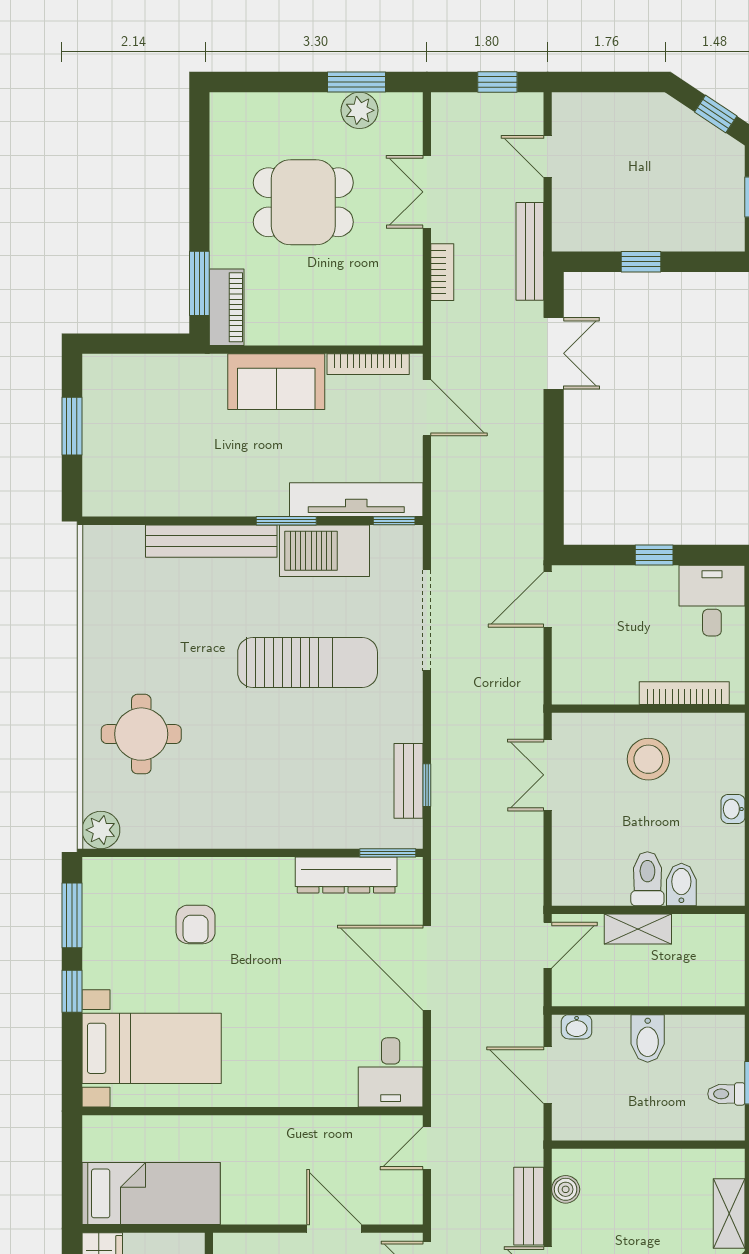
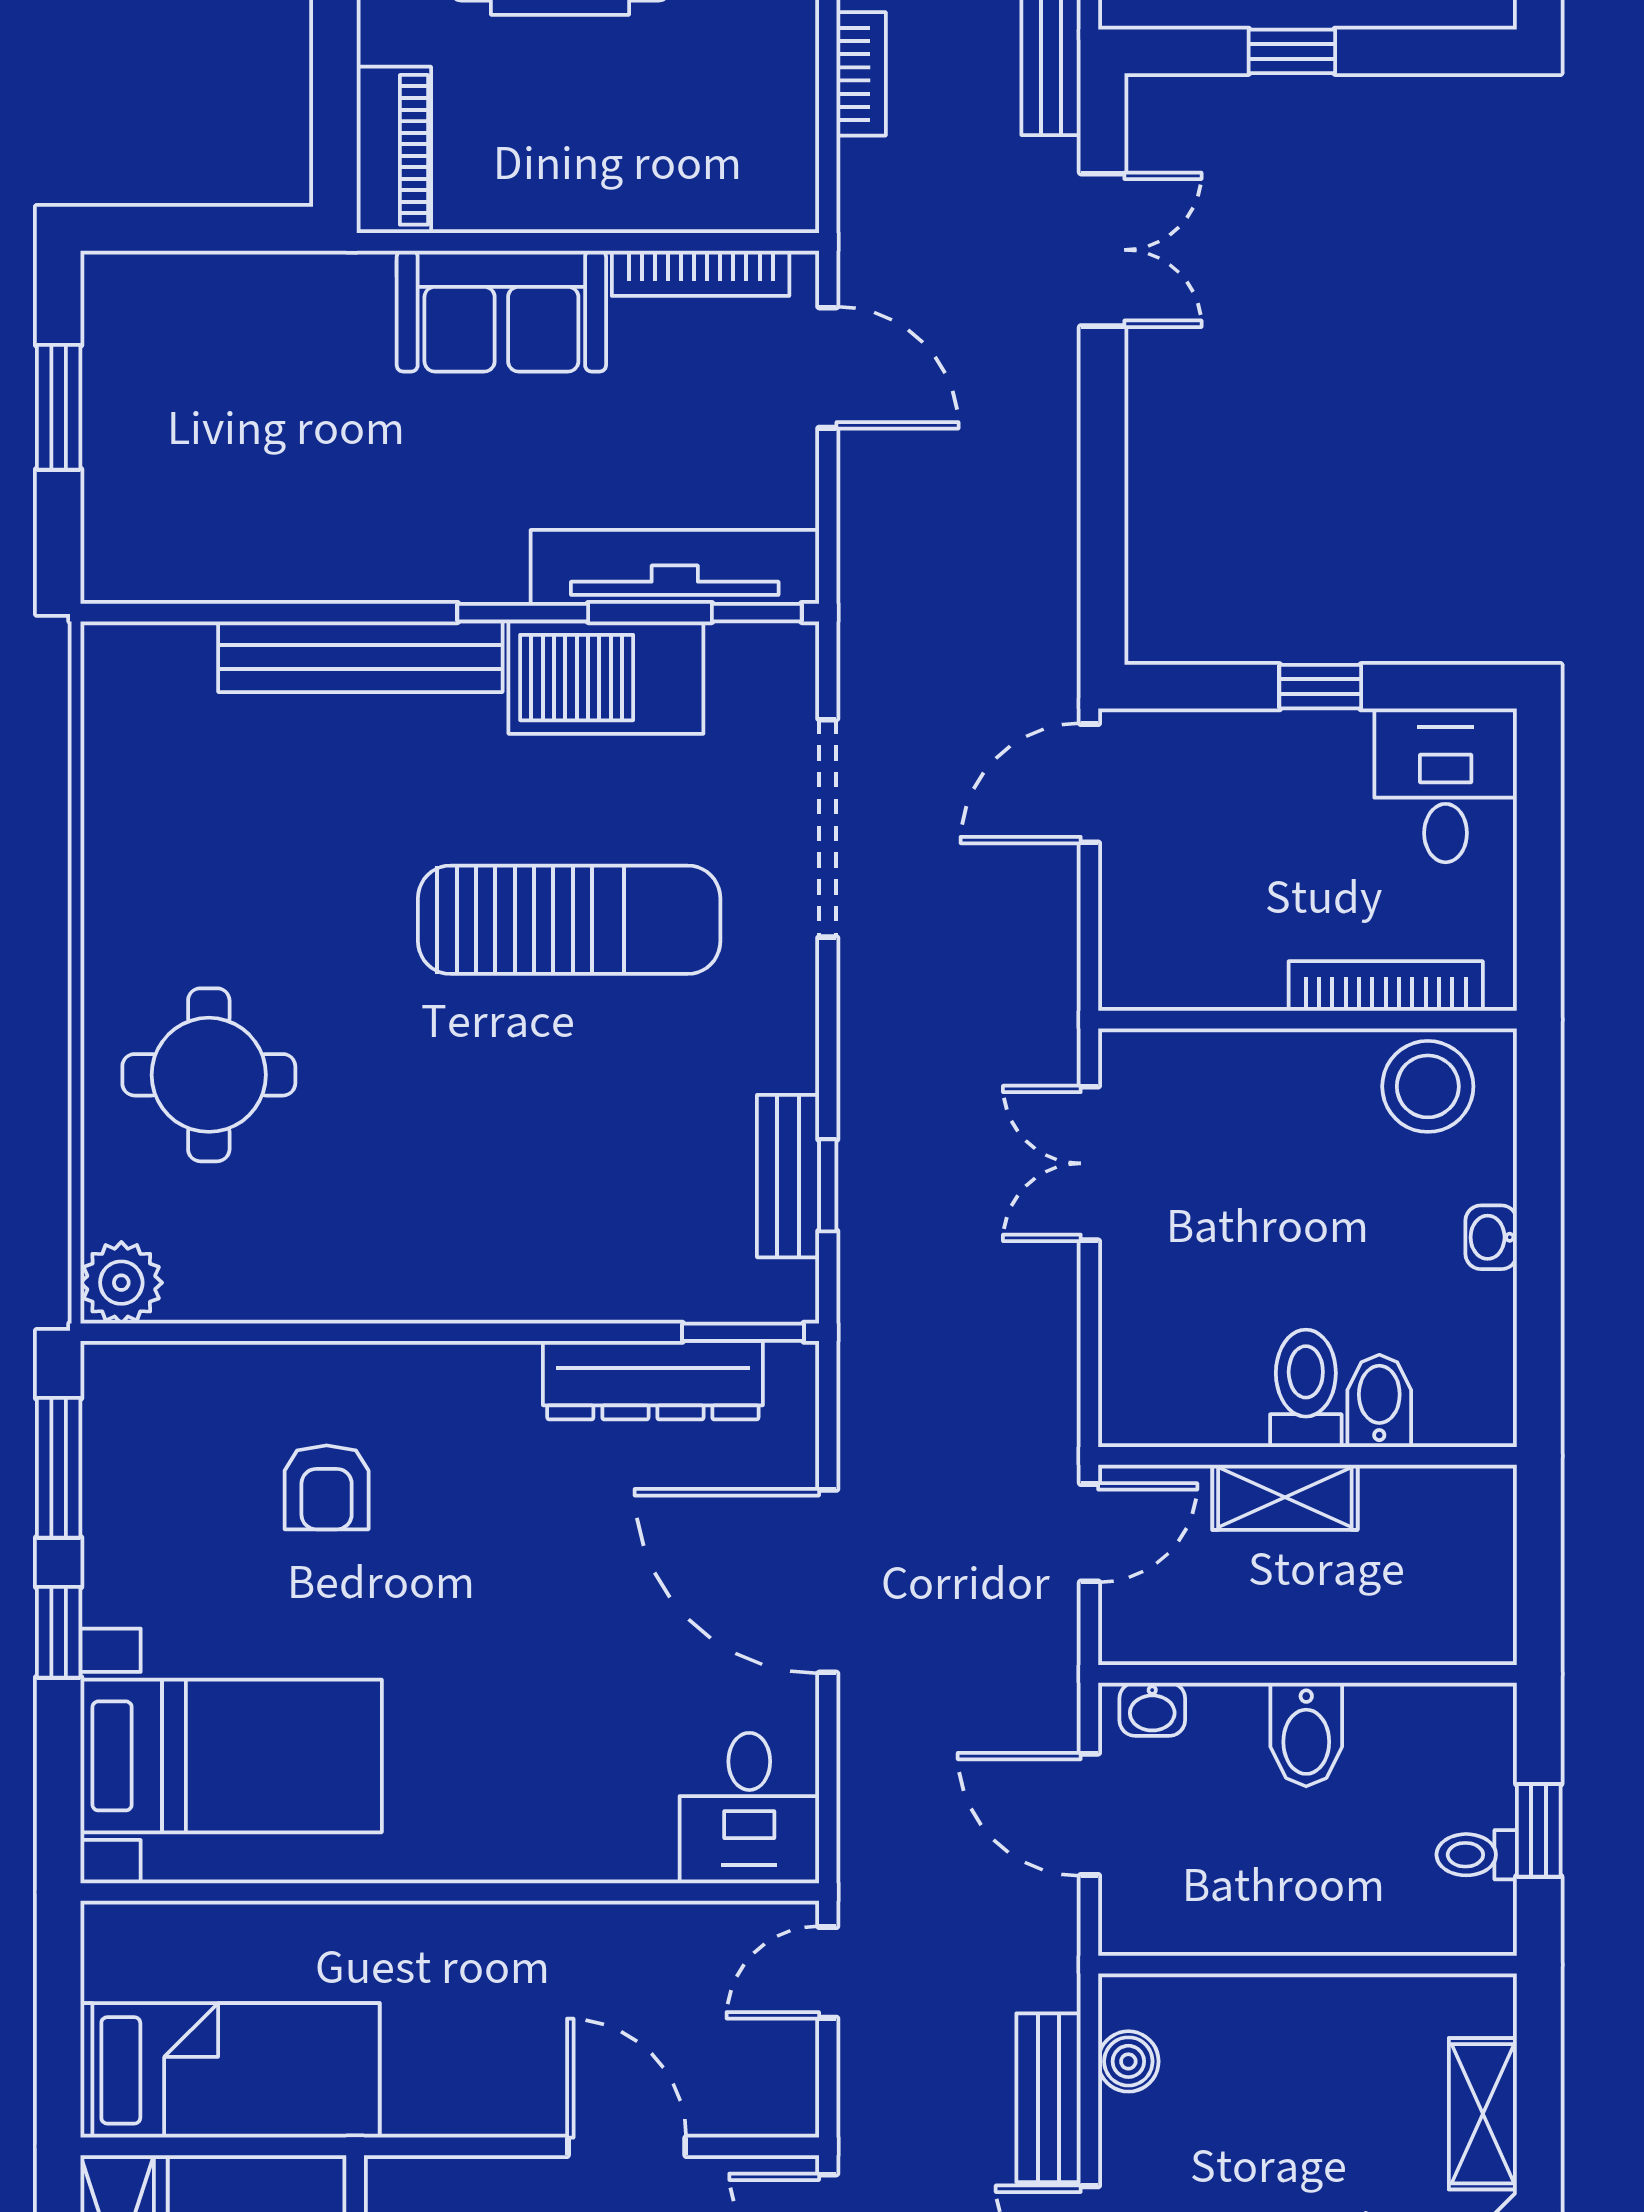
window: (199, 283) -> (335, 98), removed
stool: (648, 759) -> (1428, 1086), moved

